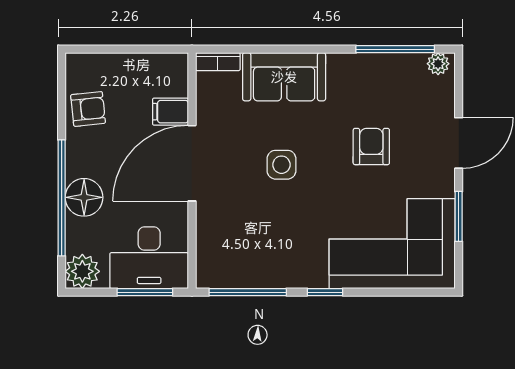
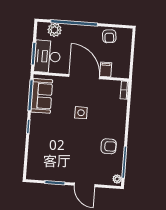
sofa: (284, 77) -> (42, 96), moved, turned 180
armchair: (371, 147) -> (109, 146), moved
floor lamp: (84, 197) -> (74, 32), removed
corner sofa: (392, 244) -> (46, 155), removed
plant: (82, 271) -> (55, 30), moved

